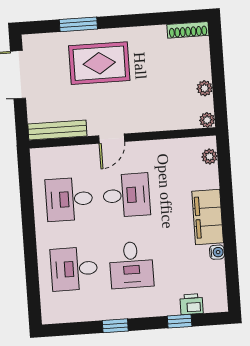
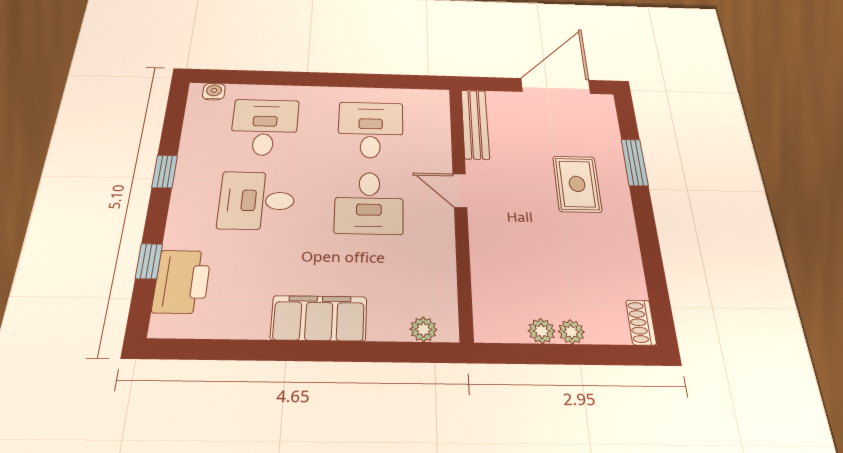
shoe rack: (188, 30) -> (641, 322), width x0.70
rug: (99, 63) -> (577, 184), width x0.73, depth x0.70
plant: (207, 120) -> (571, 332), moved
water cooler: (217, 252) -> (214, 92), moved, turned 180
printer: (192, 304) -> (182, 281), width x1.87, depth x1.48

